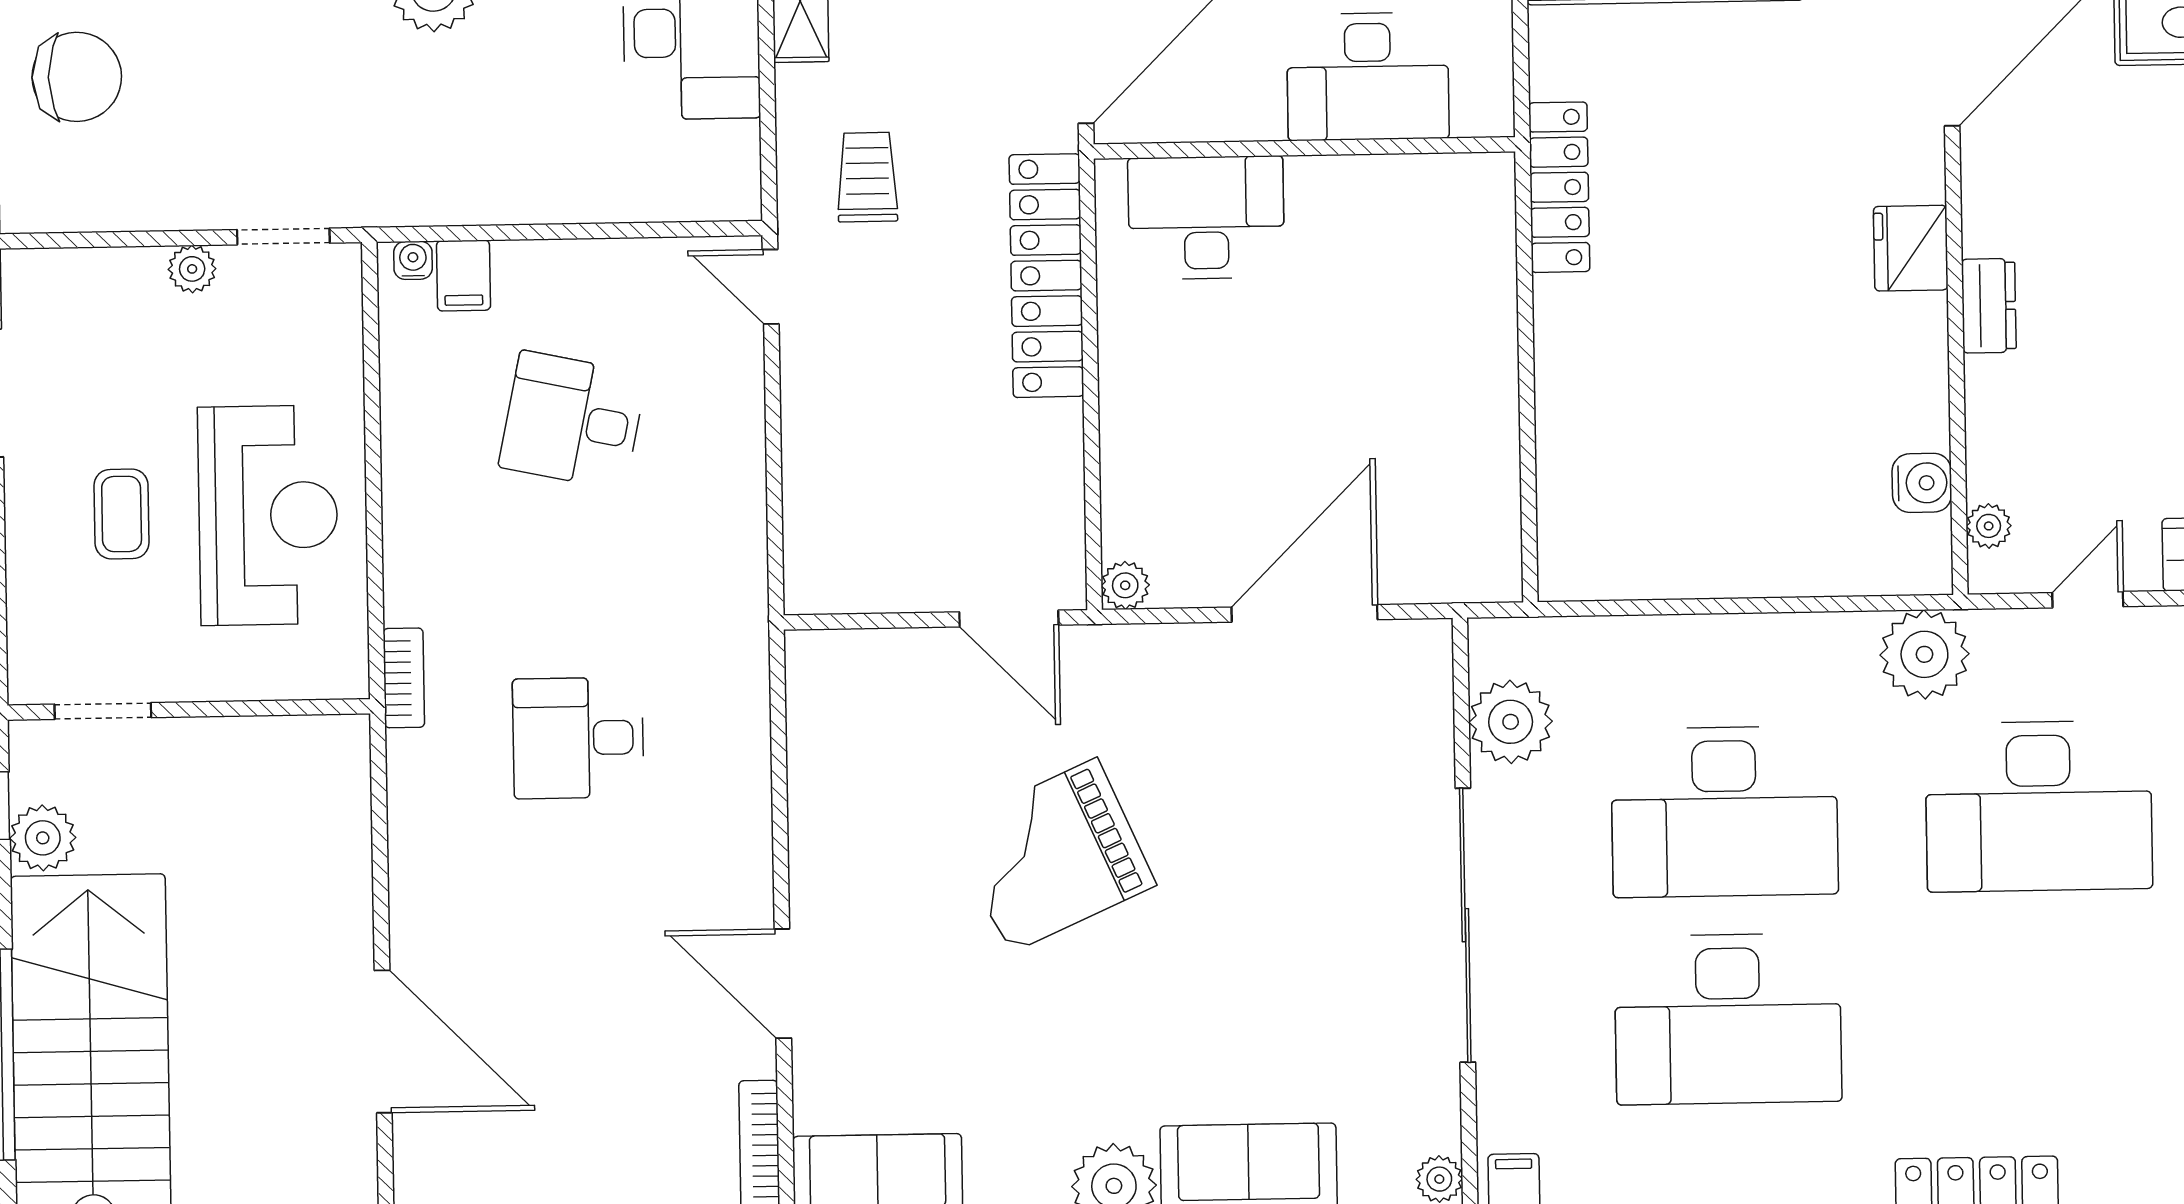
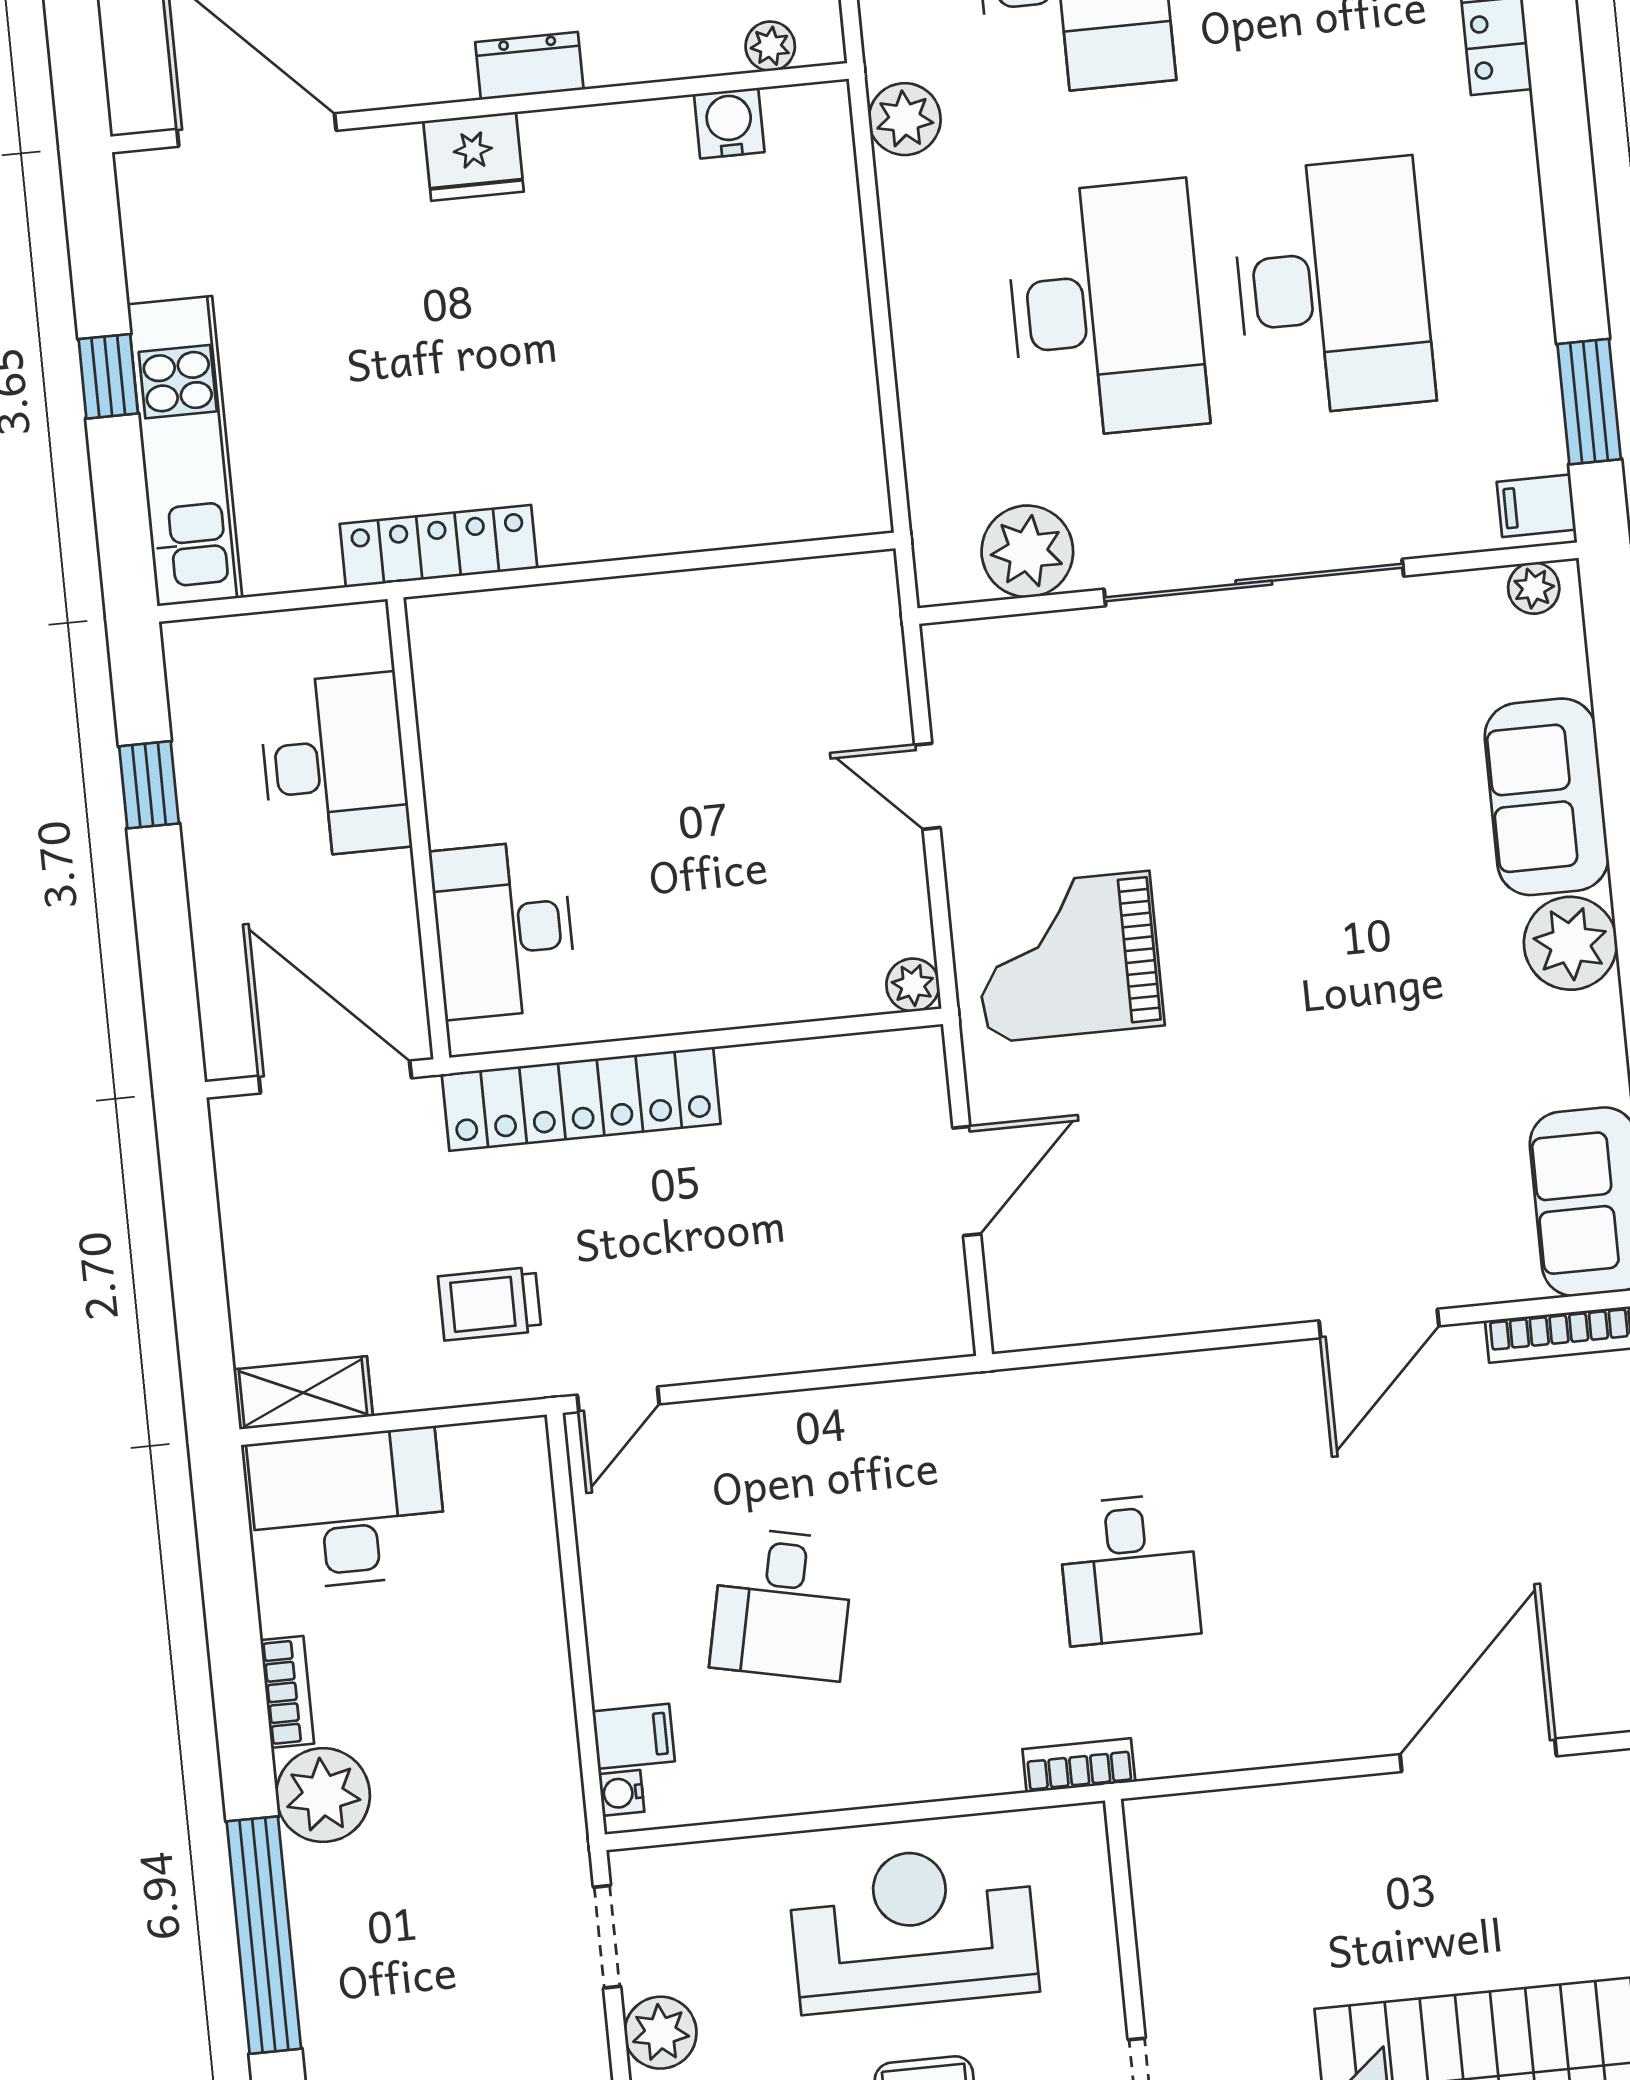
plant: (192, 269) -> (661, 2033), width x1.38, depth x1.38
door: (1305, 613) -> (927, 786), width x0.53
door: (1009, 619) -> (967, 1181), moved
plant: (1924, 654) -> (905, 119), width x0.73, depth x0.73
grand piano: (1053, 856) -> (1068, 957), moved, turned 114

